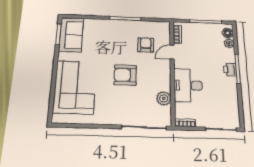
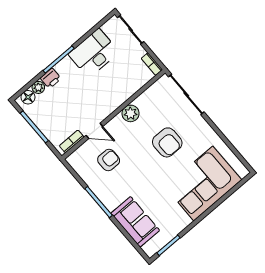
sofa: (71, 35) -> (135, 222), moved, turned 90
armchair: (146, 45) -> (109, 160), turned 180
printer: (230, 70) -> (51, 78), moved
armchair: (125, 75) -> (167, 142), moved
desk: (188, 85) -> (94, 53), moved, turned 180
plant: (164, 98) -> (130, 113), moved

